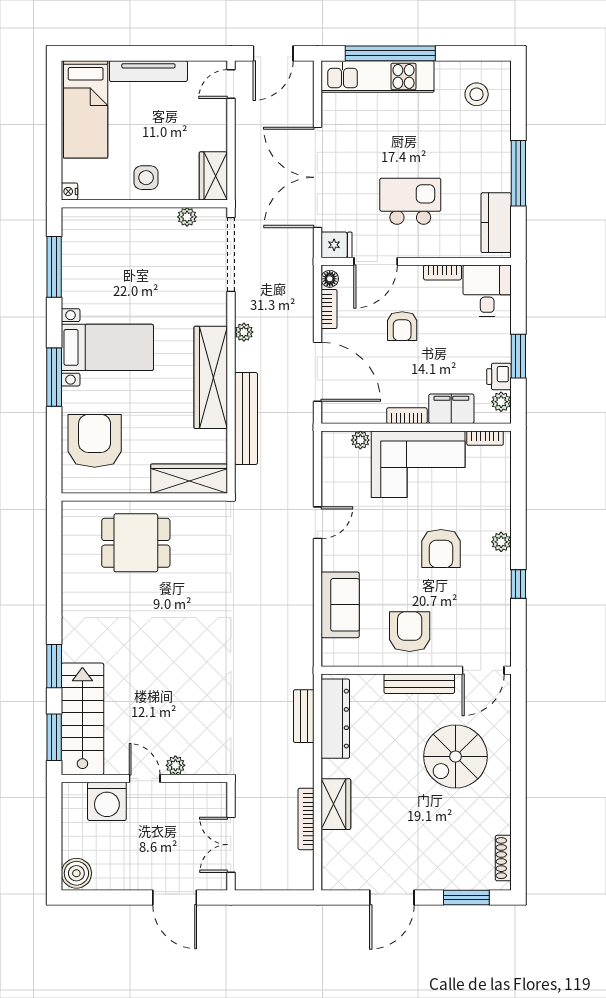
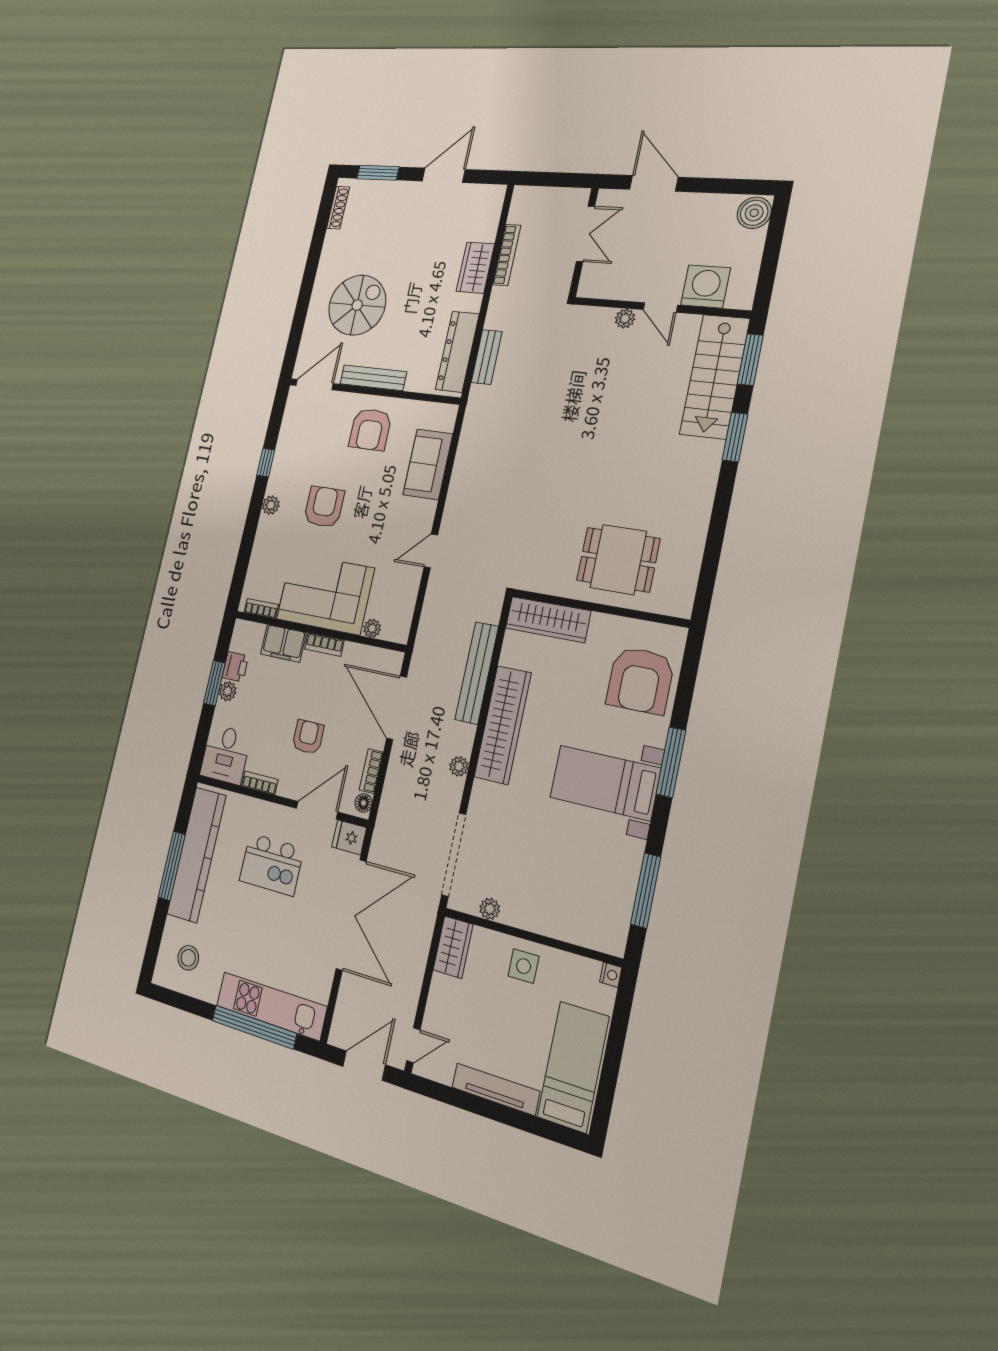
kitchen counter: (496, 223) -> (197, 855), width x2.08, depth x1.17
plant: (501, 402) -> (228, 691), moved

